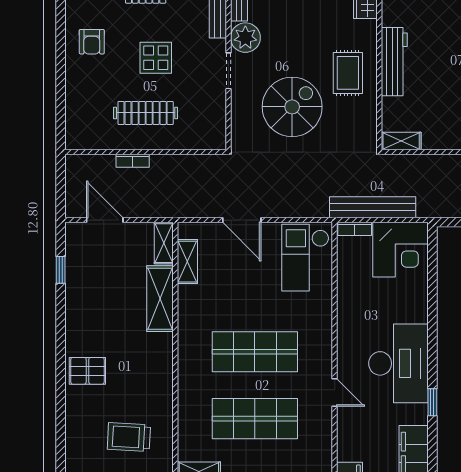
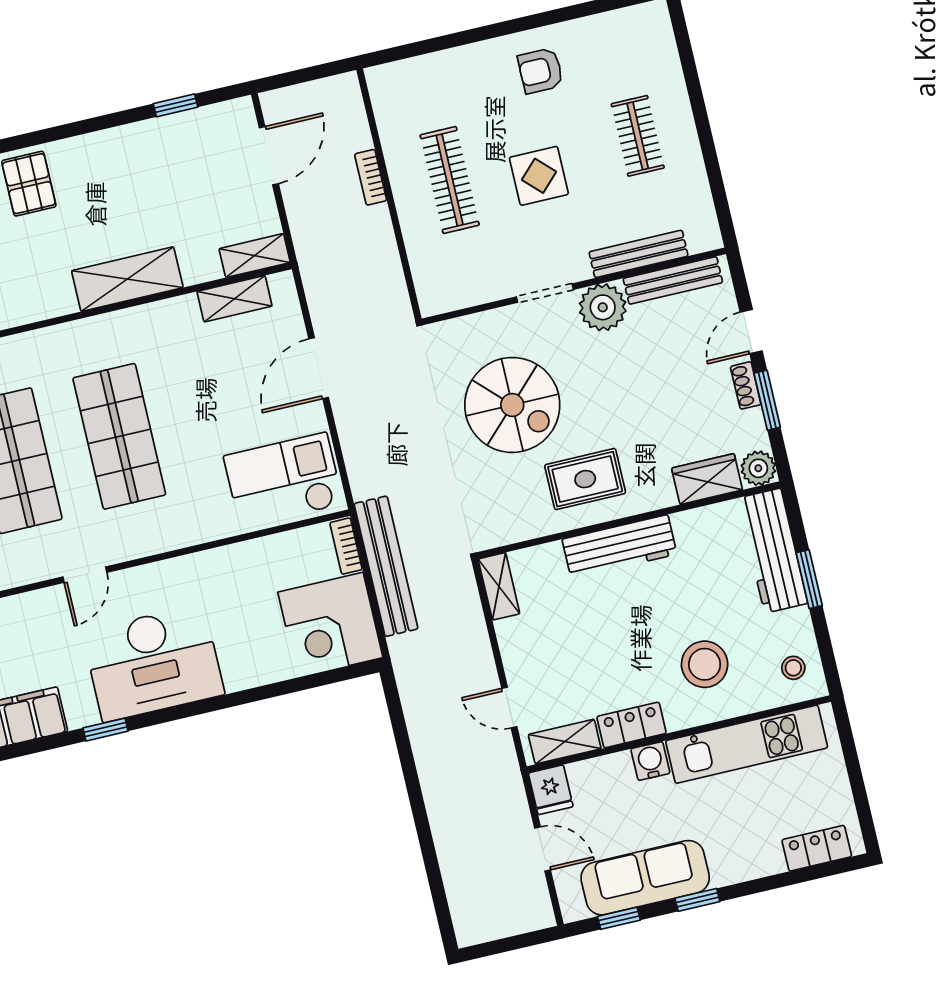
shelving: (160, 299) -> (127, 279), moved

